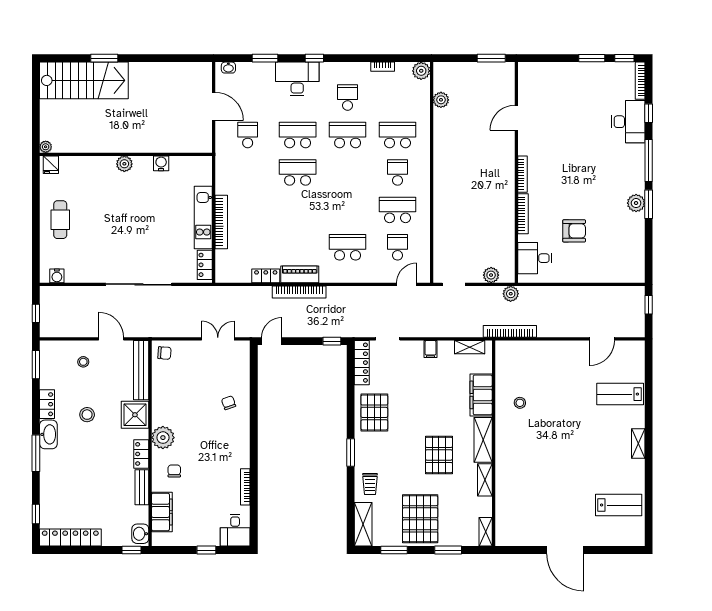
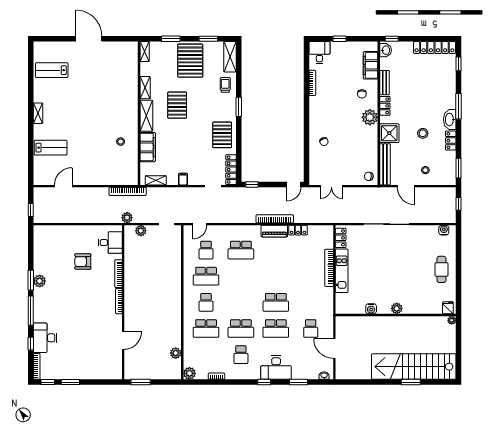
stairs: (84, 80) -> (414, 367), width x1.36

